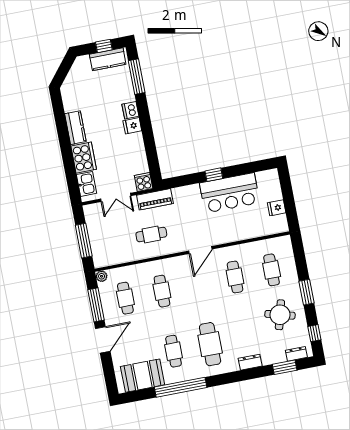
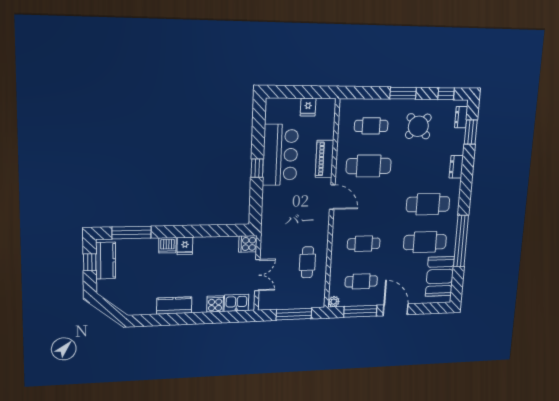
cooker: (84, 158) -> (215, 304), width x0.53, depth x0.76
piano: (155, 199) -> (324, 159), moved, turned 180
cafe table: (151, 235) -> (307, 262), moved
cafe table: (235, 277) -> (369, 166), width x1.37, depth x1.35
round table: (280, 315) -> (418, 126), turned 31
cafe table: (173, 351) -> (425, 242), width x1.37, depth x1.35

